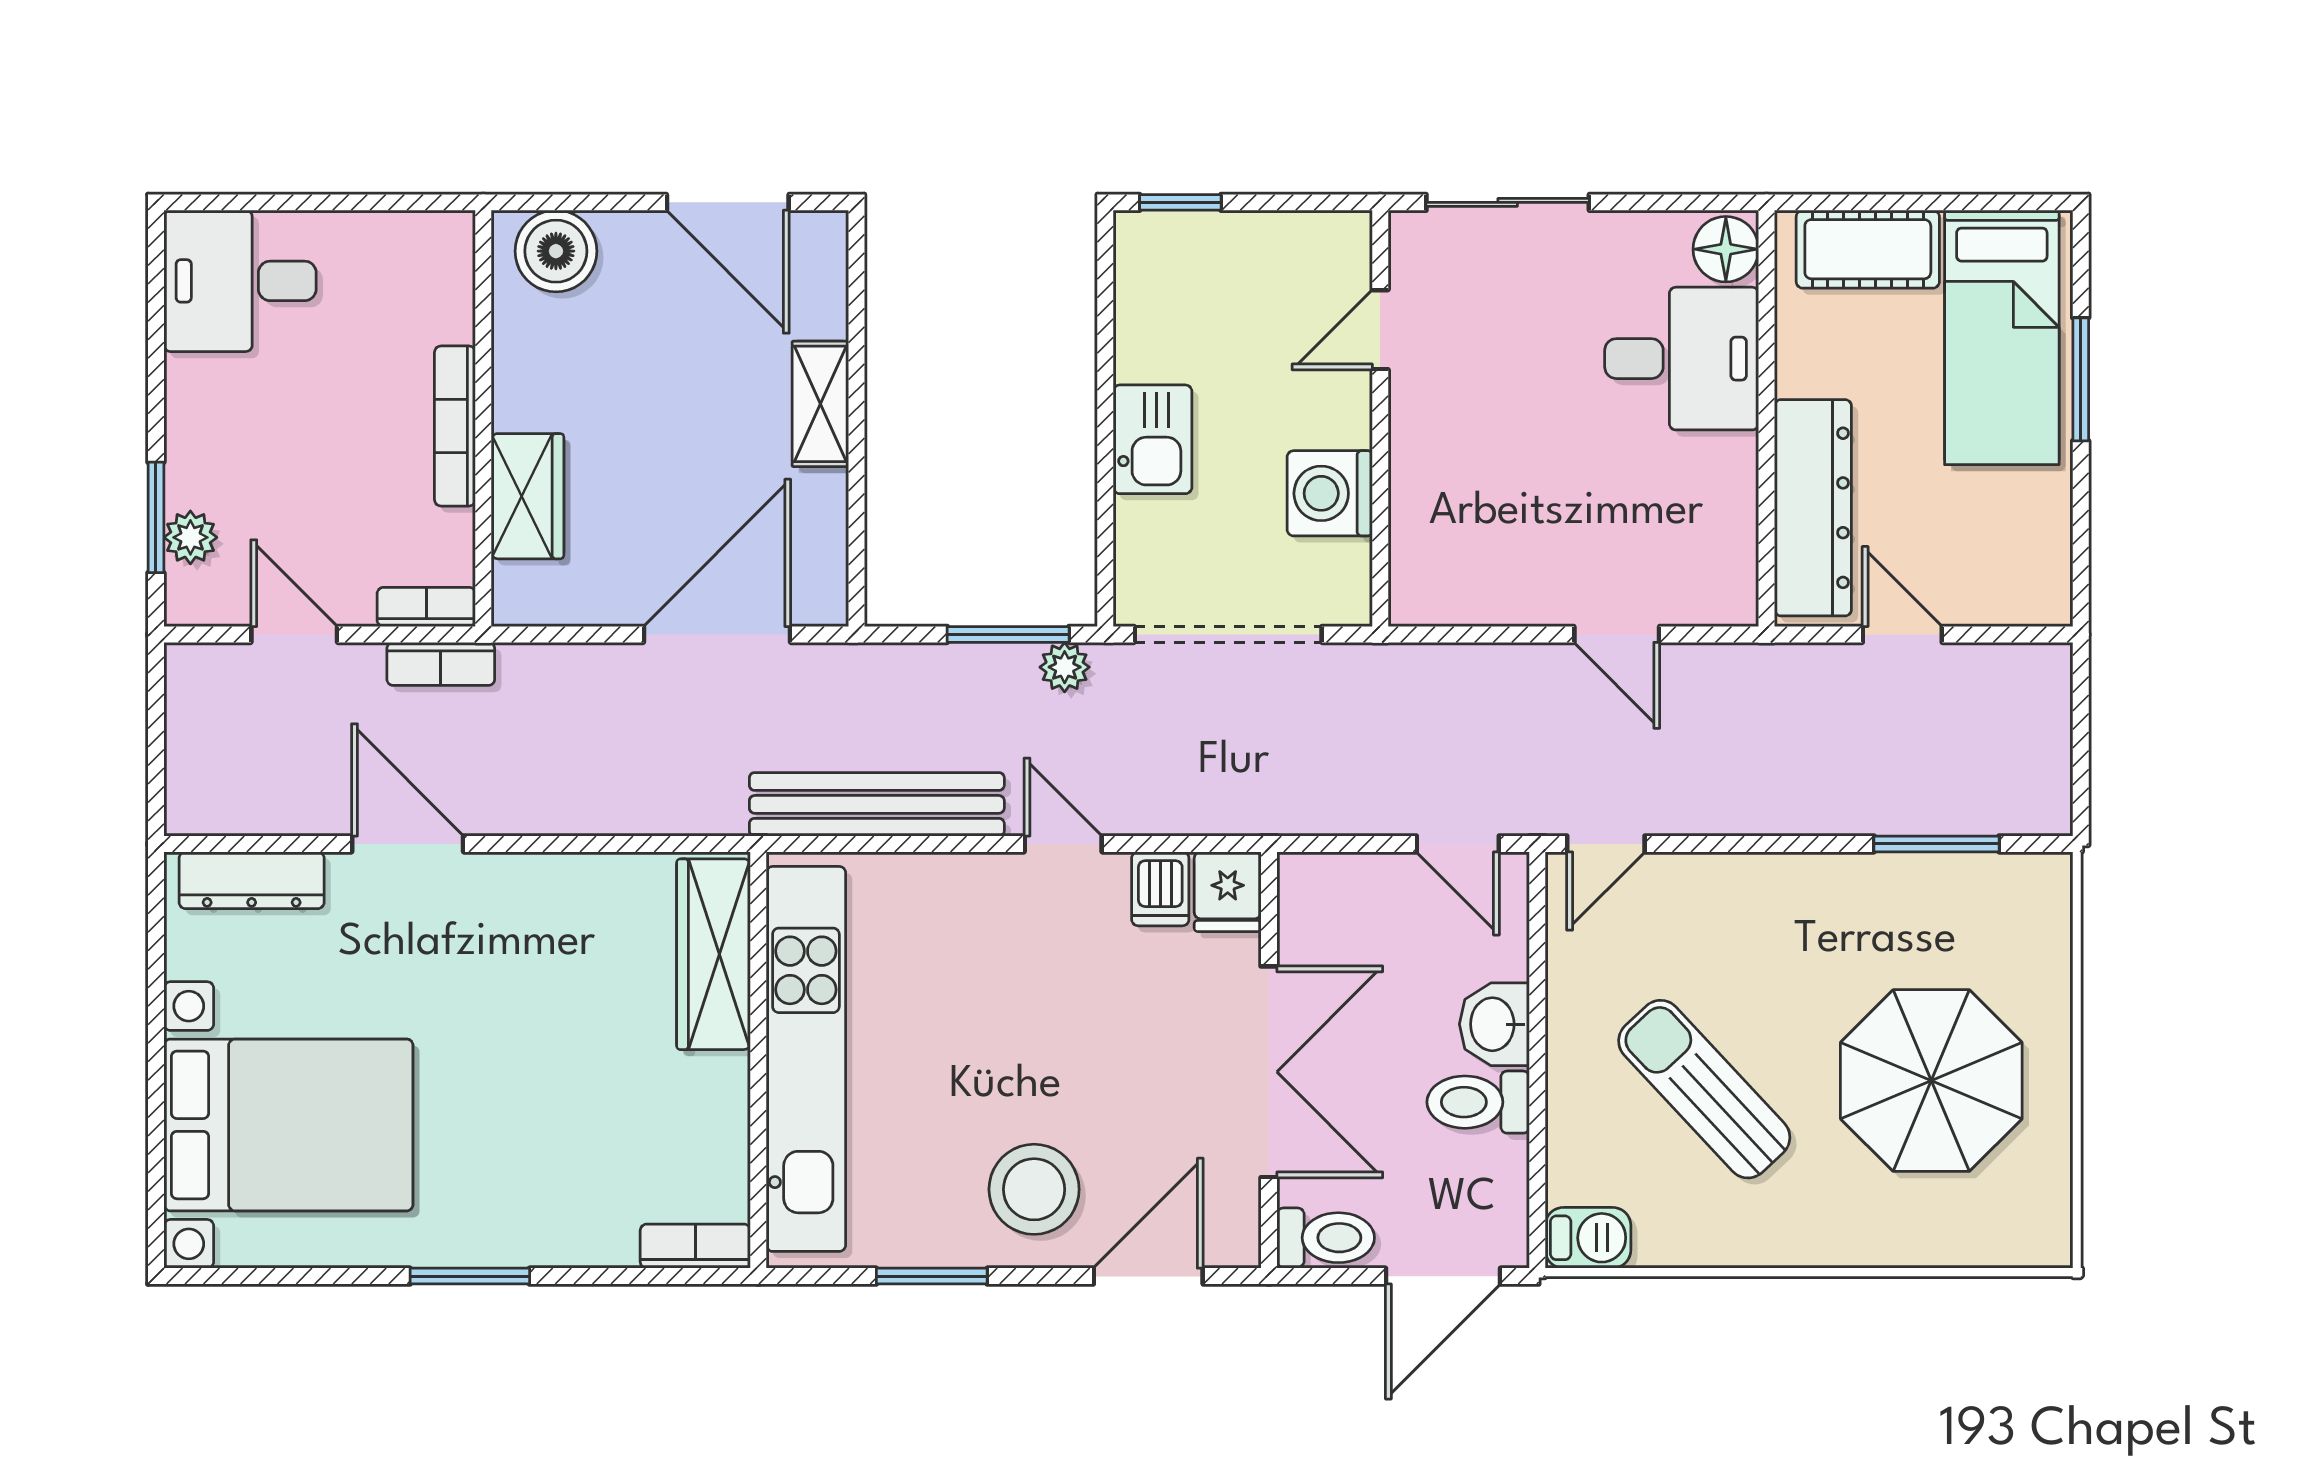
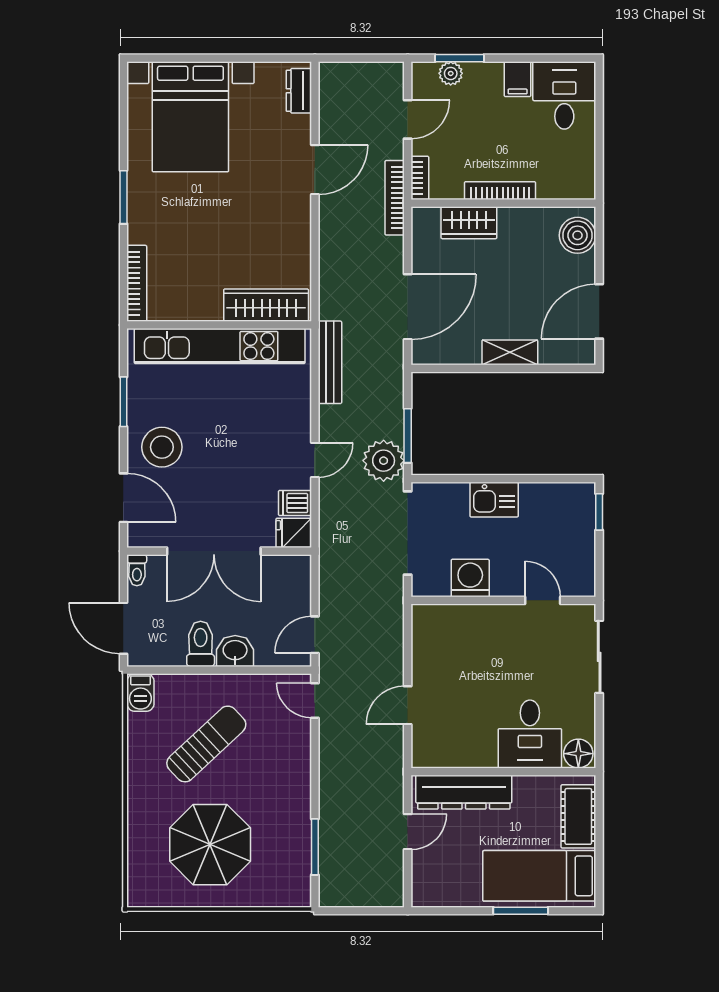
filing cabinet: (203, 386) -> (518, 79), added
door: (717, 634) -> (408, 307), hinge flipped
bookcase: (441, 664) -> (395, 198), width x1.56
plant: (1065, 667) -> (384, 461), width x1.87, depth x1.87
bench: (877, 804) -> (330, 362), width x0.73, depth x0.82
dresser: (252, 880) -> (299, 91), width x0.70
toilet: (1326, 1238) -> (137, 570), width x0.73, depth x0.72
bookcase: (695, 1246) -> (137, 283), width x1.56

